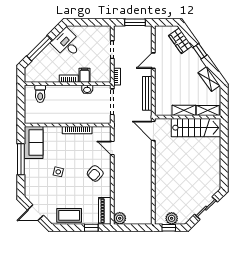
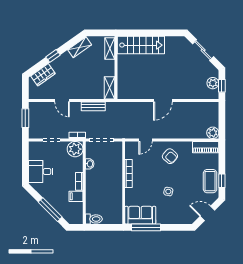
desk: (67, 43) -> (41, 172), moved, turned 45
plant: (103, 74) -> (75, 149), added
filing cabinet: (85, 75) -> (76, 196), moved
bench: (147, 93) -> (93, 106), width x0.73
toilet: (40, 94) -> (94, 219), moved
shelving: (184, 110) -> (110, 88), moved
stairs: (196, 128) -> (141, 45), moved, turned 90
door: (153, 131) -> (163, 101), moved
window: (21, 159) -> (146, 227), moved
door: (35, 213) -> (207, 213), swing flipped
window: (91, 228) -> (222, 181), moved

